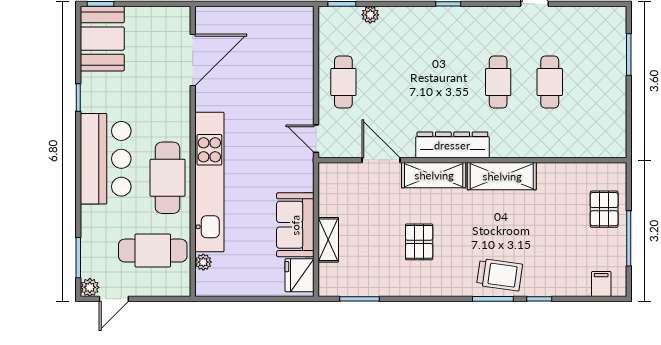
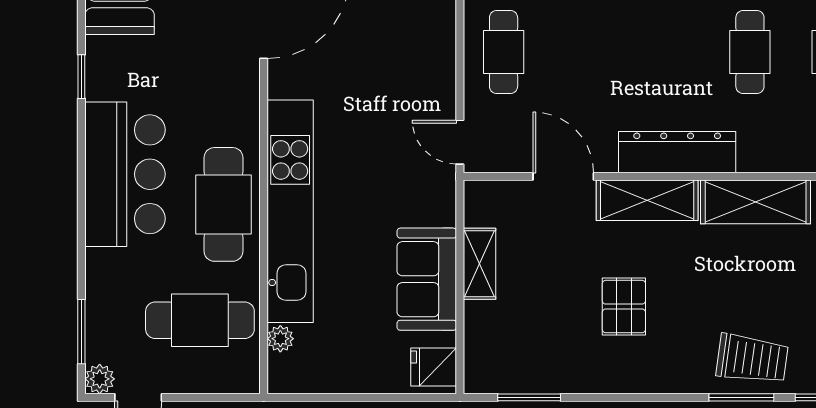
shelving: (328, 240) -> (479, 264), moved
fridge: (300, 275) -> (434, 367), width x0.72

